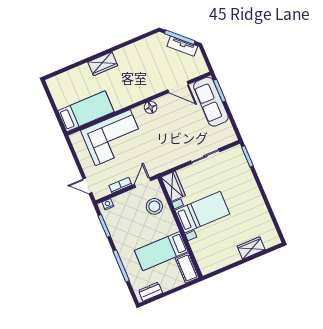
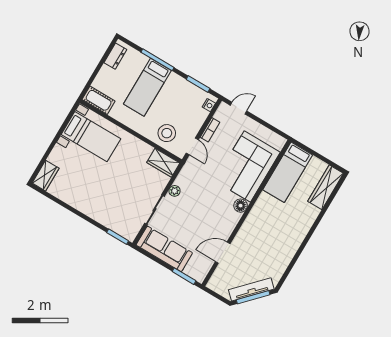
tv unit: (182, 46) -> (251, 289), width x1.41
wardrobe: (103, 64) -> (326, 187), moved, width x1.50
sofa: (211, 102) -> (164, 249), moved
floor lamp: (151, 107) -> (241, 206), moved
plant: (180, 159) -> (175, 191), added
bed with nightstands: (202, 212) -> (91, 137), moved, turned -90
wardrobe: (251, 248) -> (46, 176), moved
bed: (161, 251) -> (147, 87), moved, turned 180

